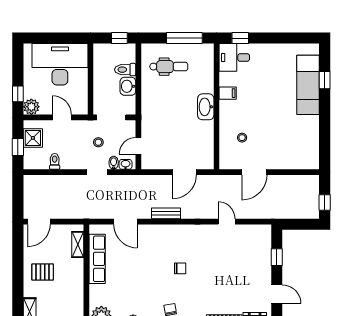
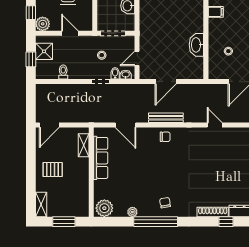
washbasin: (206, 107) -> (196, 45), moved
door: (184, 172) -> (166, 82), moved
bench: (166, 213) -> (166, 118), width x1.36
chair: (180, 268) -> (165, 137), moved

